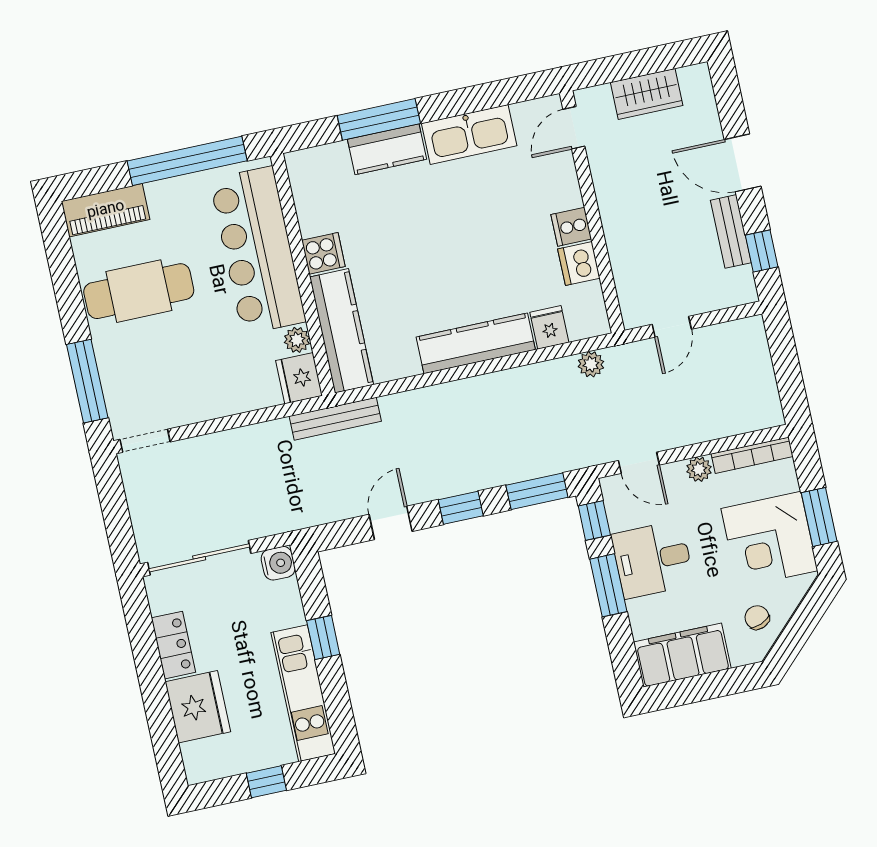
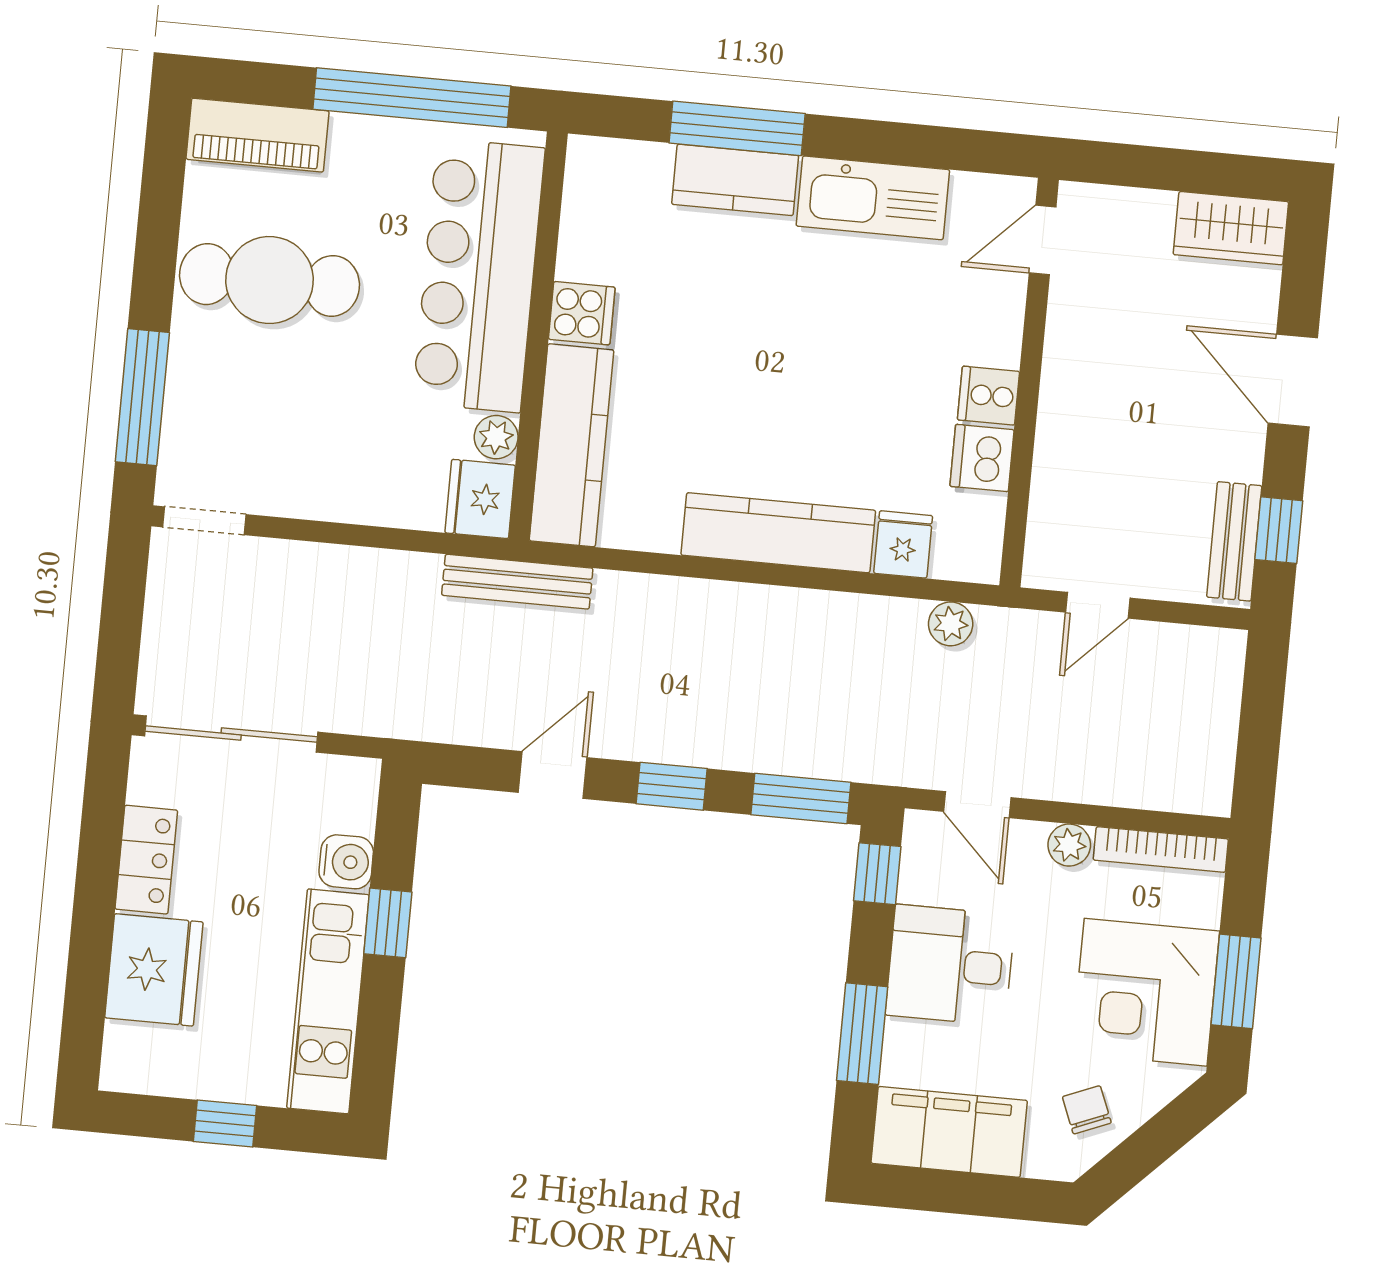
wardrobe: (647, 94) -> (1231, 228), moved
bench: (731, 231) -> (1234, 541), moved
water cooler: (278, 563) -> (346, 862), moved
window: (608, 585) -> (862, 1034), moved

